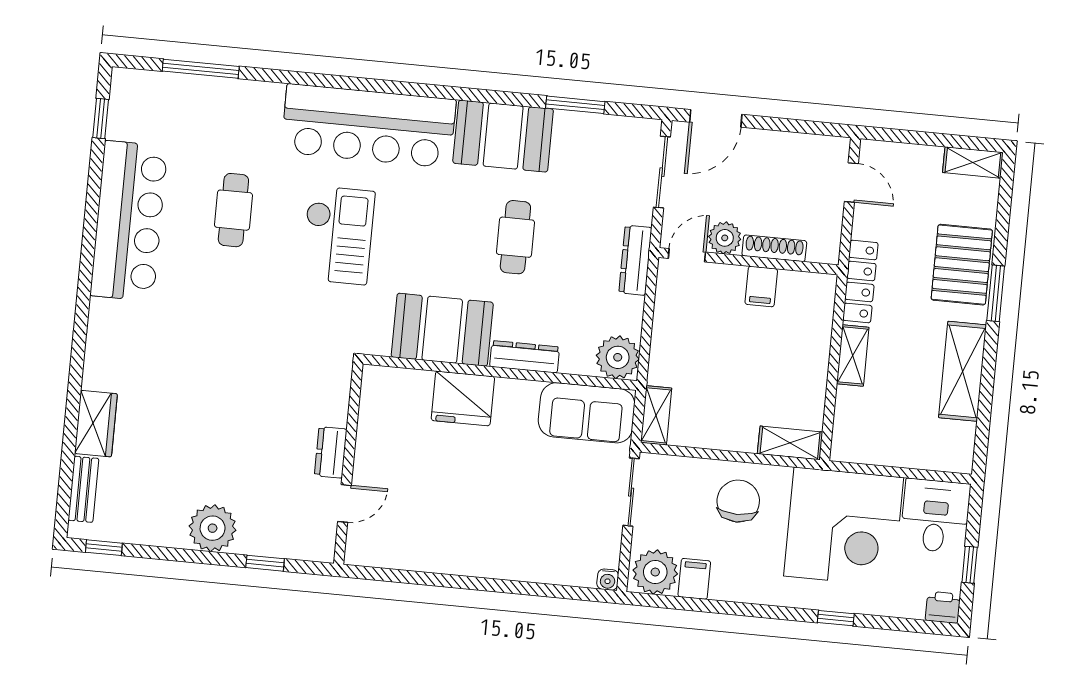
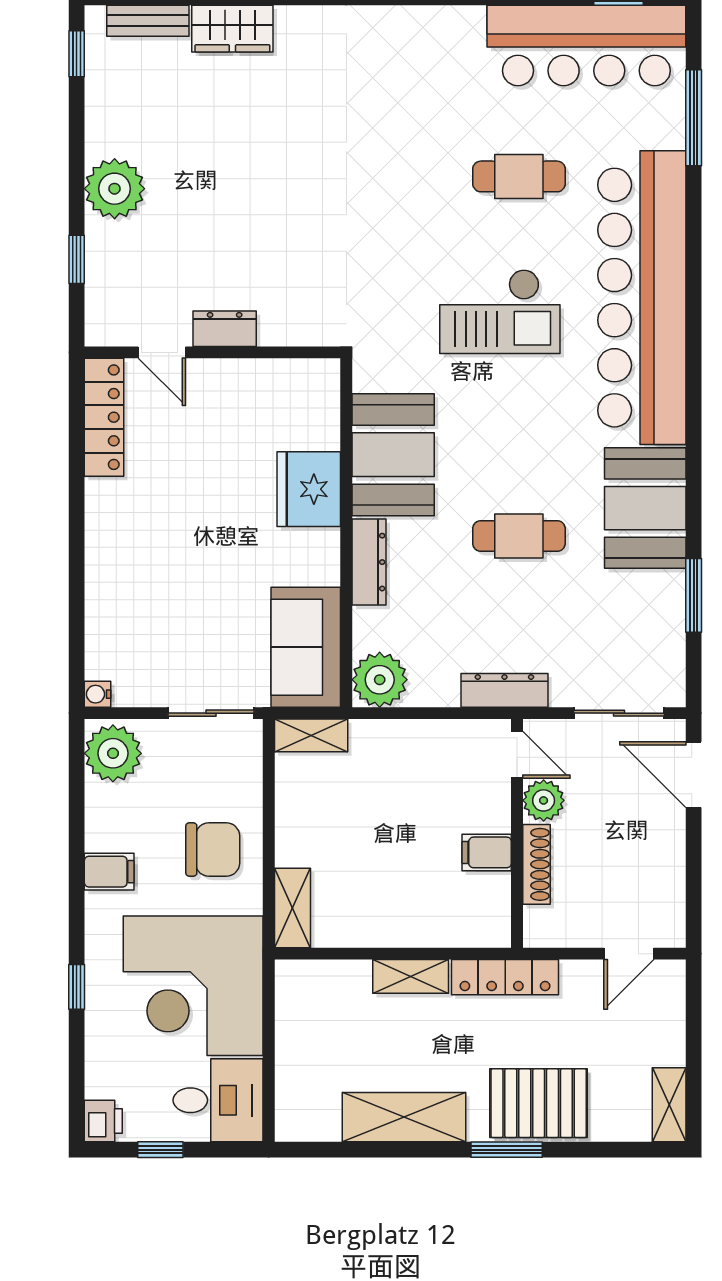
bar counter: (368, 126) -> (642, 298), width x1.36
bar counter: (129, 221) -> (586, 46), moved
locker: (391, 554) -> (104, 417), added
filing cabinet: (694, 579) -> (109, 872), moved

